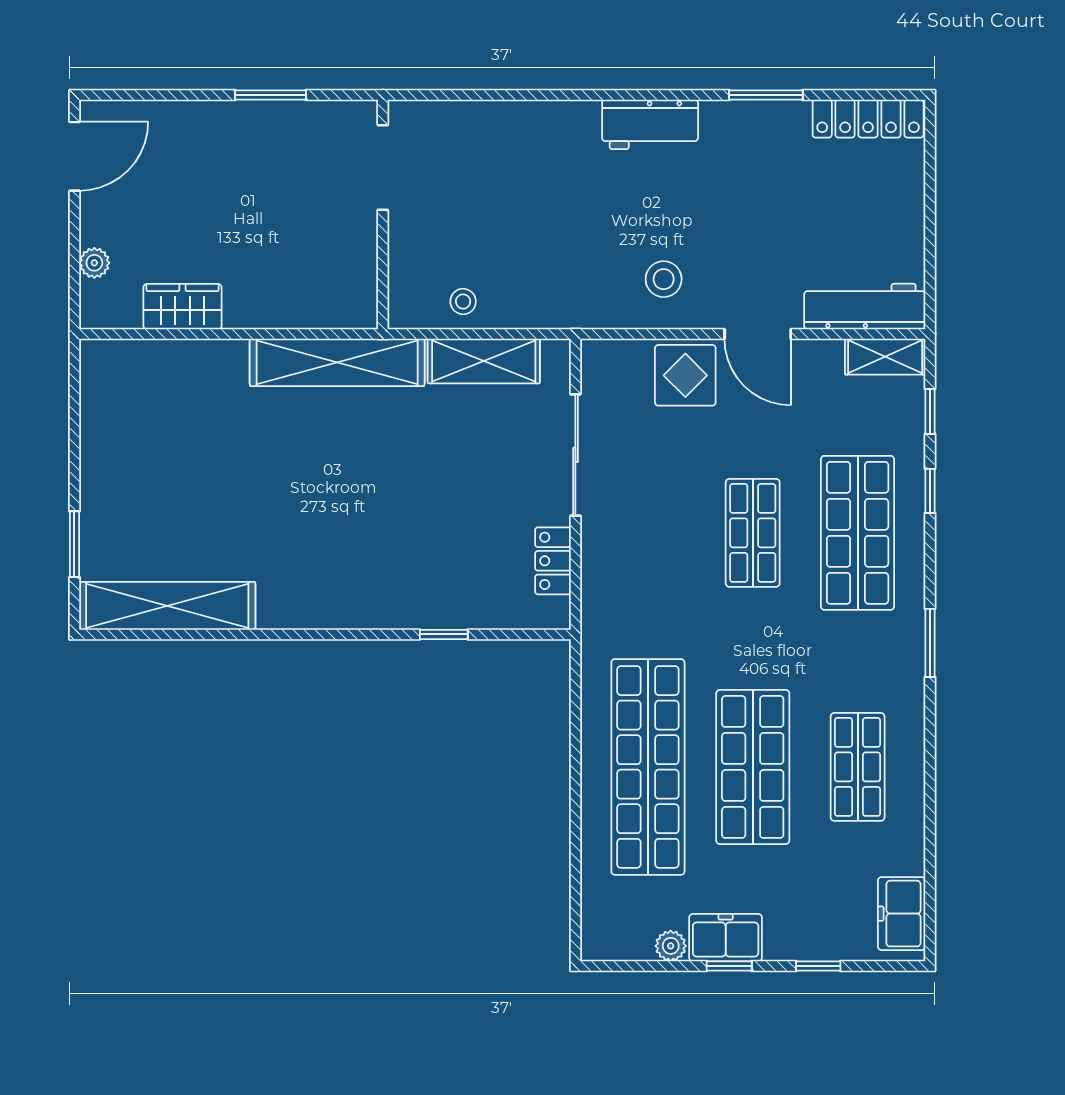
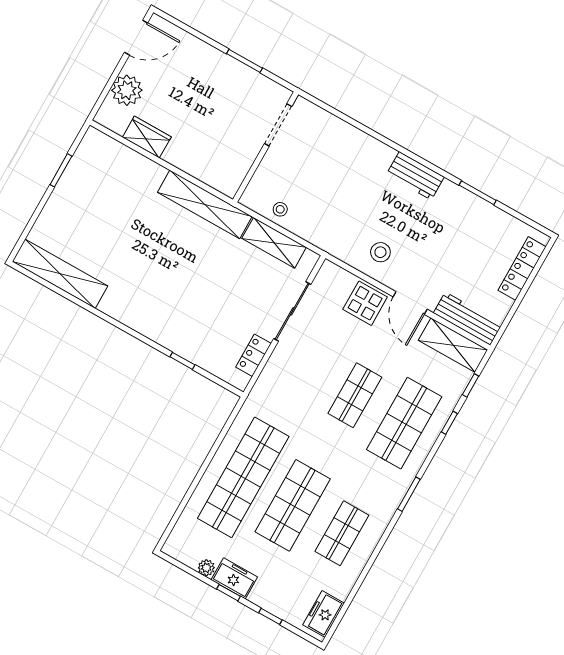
locker: (868, 119) -> (522, 268), moved, turned 90
plant: (94, 263) -> (127, 90), width x1.88, depth x1.88
shelving: (885, 357) -> (453, 345), width x1.50, depth x1.33
window: (74, 544) -> (61, 170), moved

